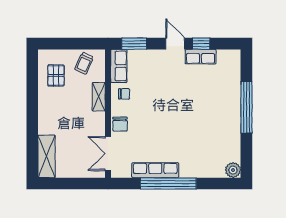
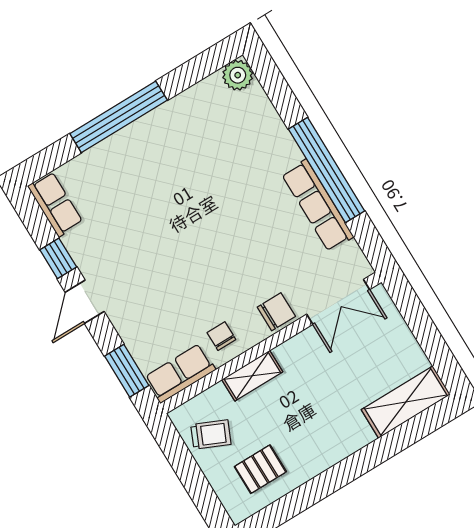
row of seats: (201, 57) -> (55, 204), moved

